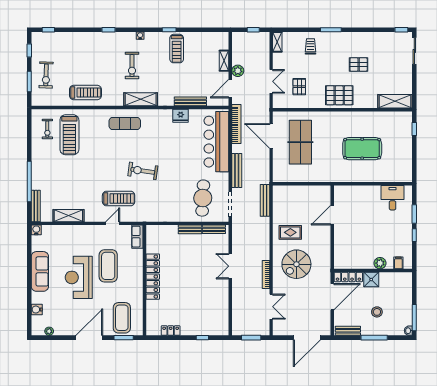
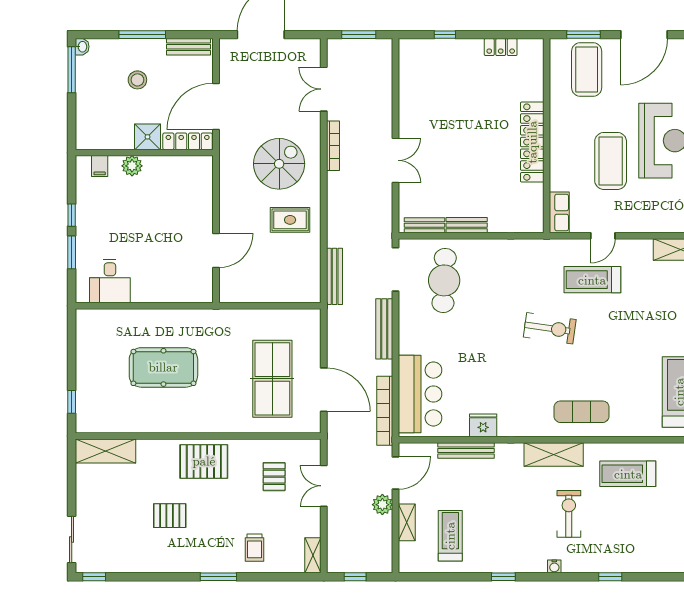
treadmill: (177, 49) -> (450, 536), moved
treadmill: (85, 92) -> (628, 474), moved
bar counter: (216, 142) -> (420, 394), width x0.73

